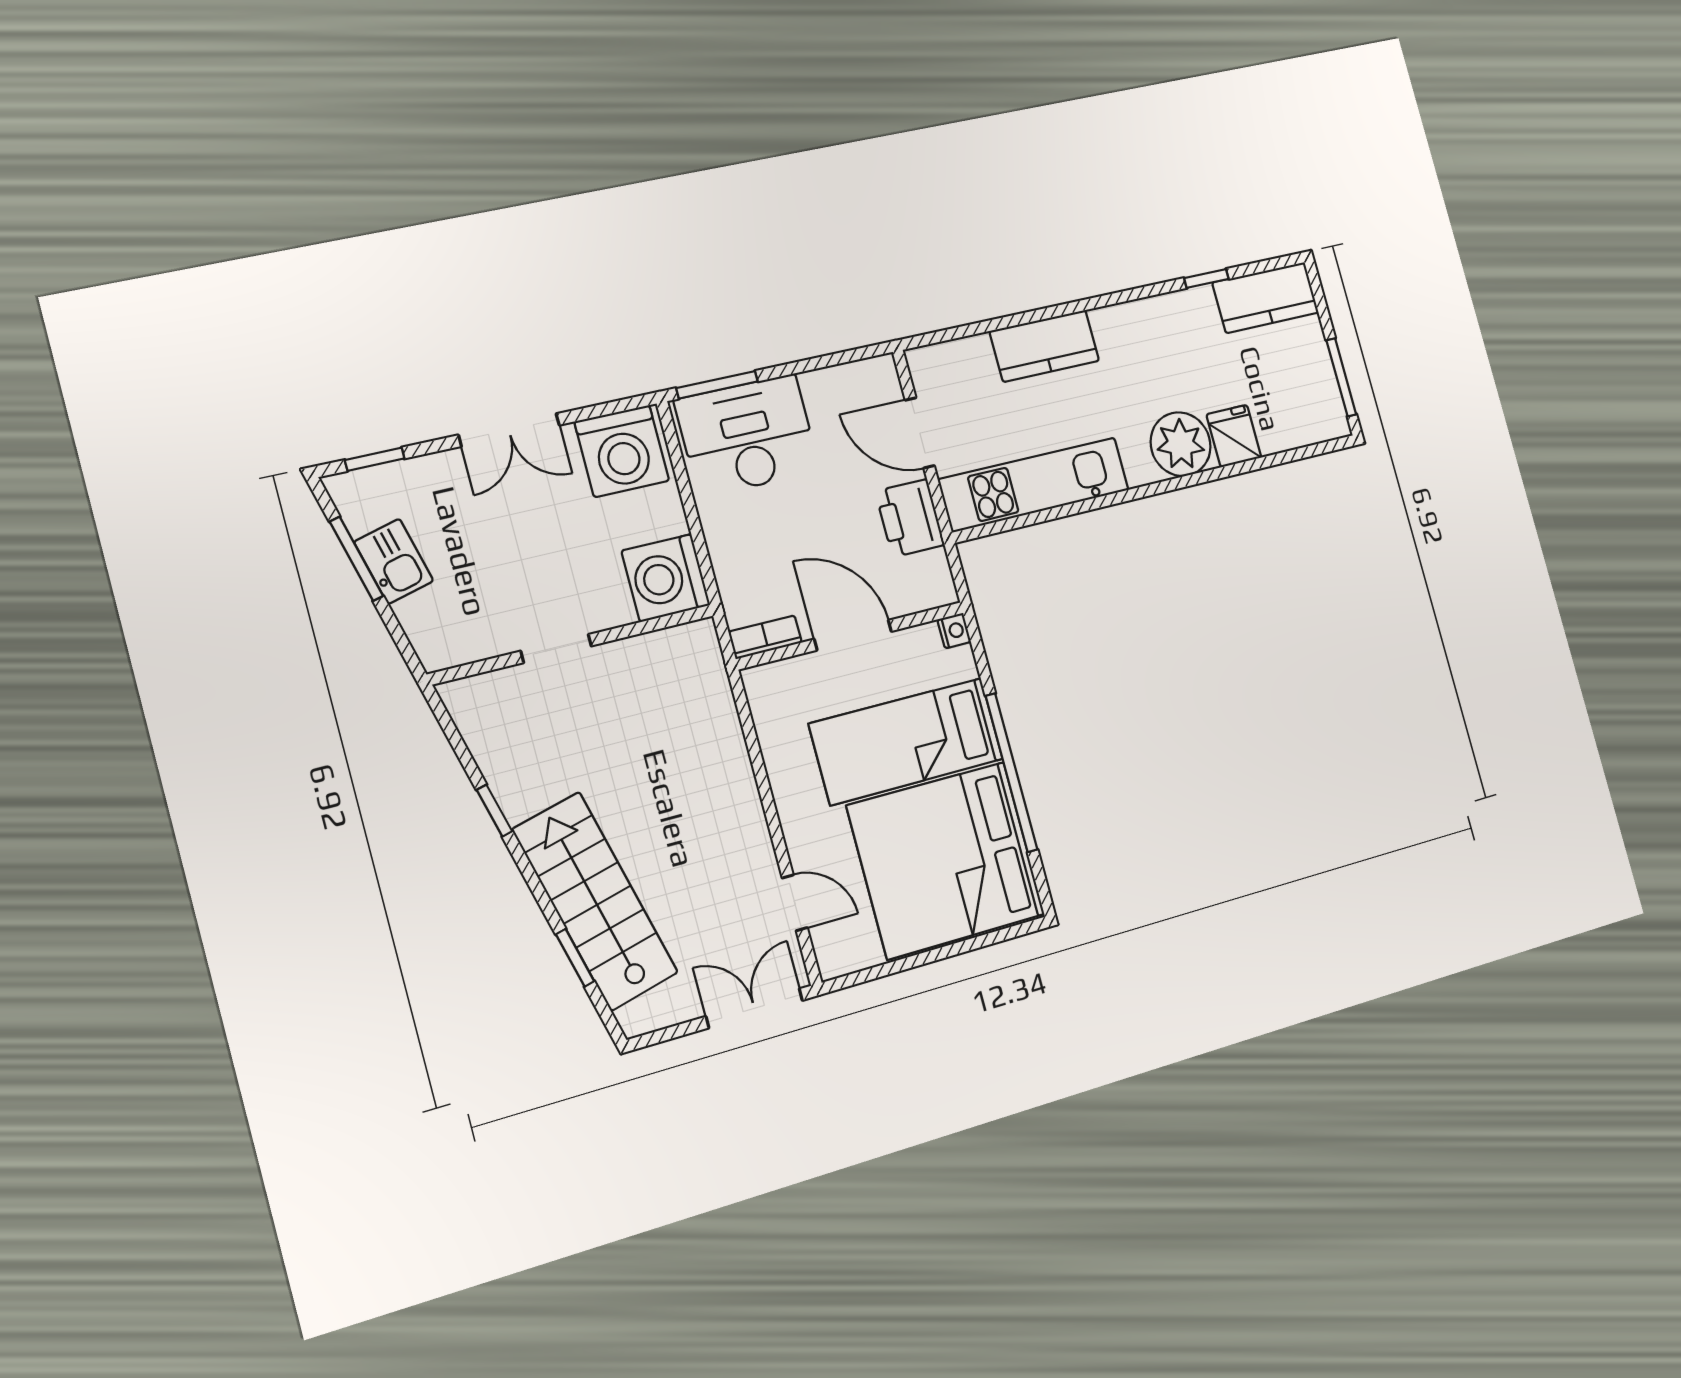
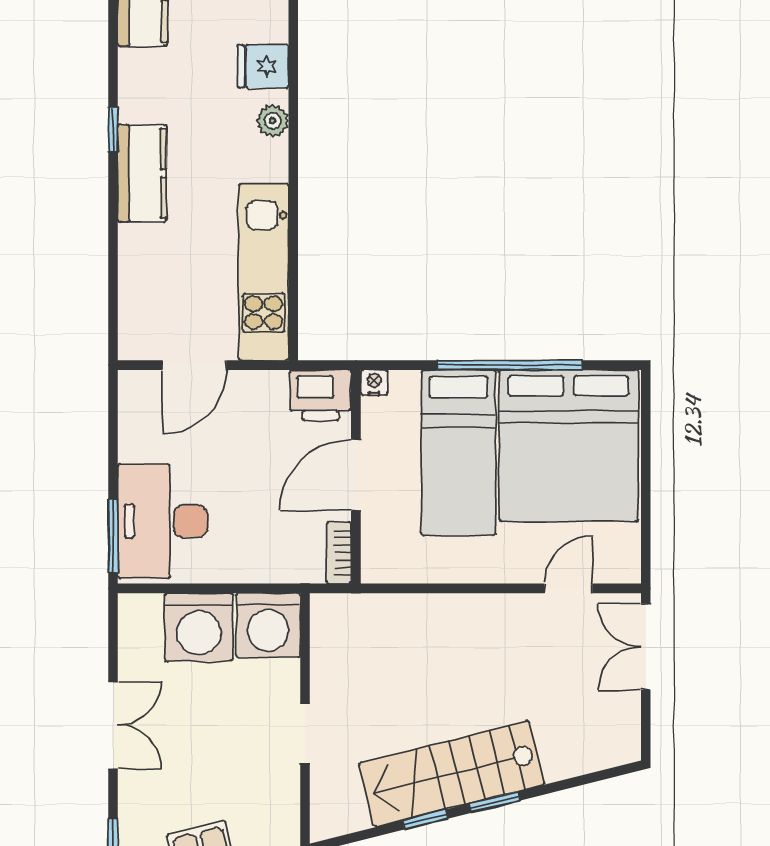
window: (1206, 278) -> (113, 129), moved
kitchen counter: (1044, 346) -> (142, 173), moved
plant: (1181, 444) -> (273, 121), width x0.53, depth x0.53
washing machine: (622, 451) -> (199, 627), moved, turned 90
printer: (910, 518) -> (320, 395), moved
stairs: (595, 901) -> (452, 774), moved
window: (575, 958) -> (494, 802), moved

